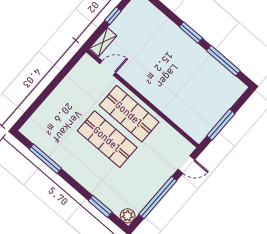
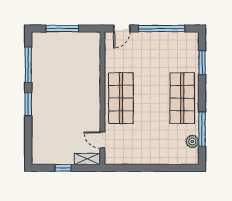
window: (221, 125) -> (62, 29), moved
shop shelf: (107, 139) -> (182, 98), moved
door: (186, 164) -> (122, 29), swing flipped
plant: (128, 216) -> (192, 142), moved

